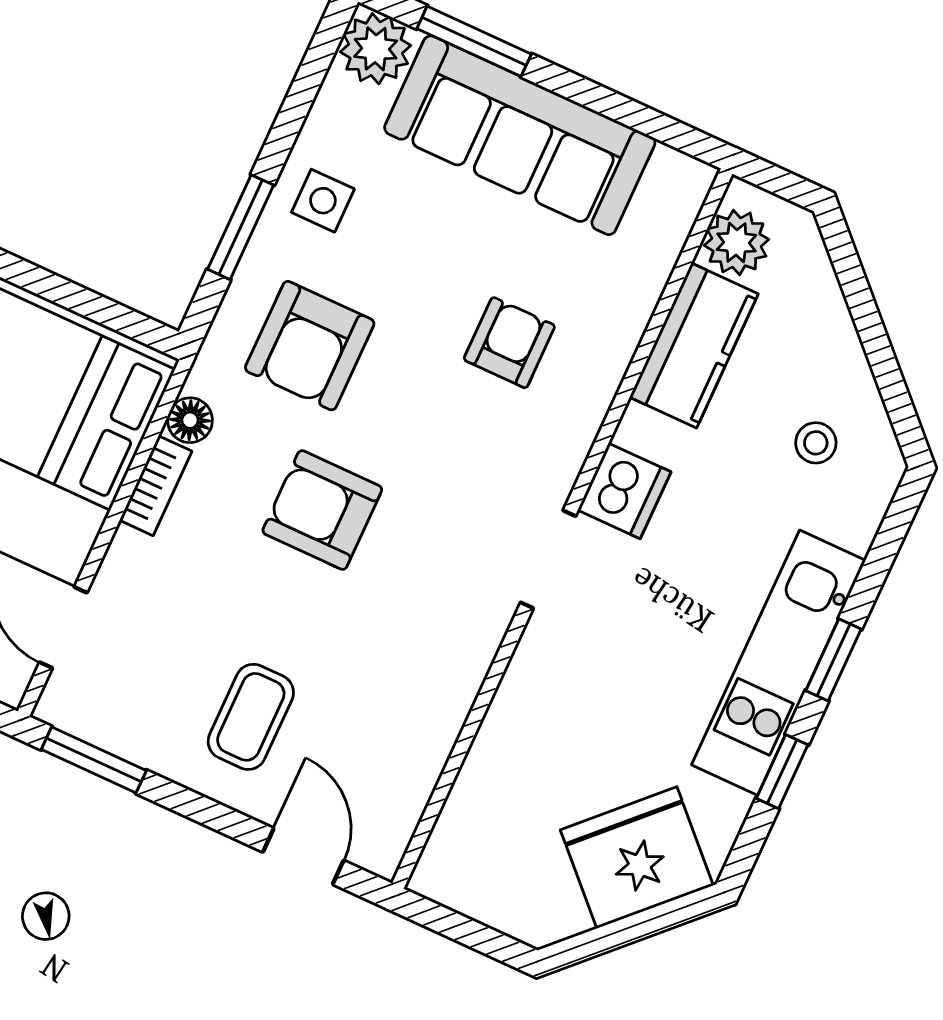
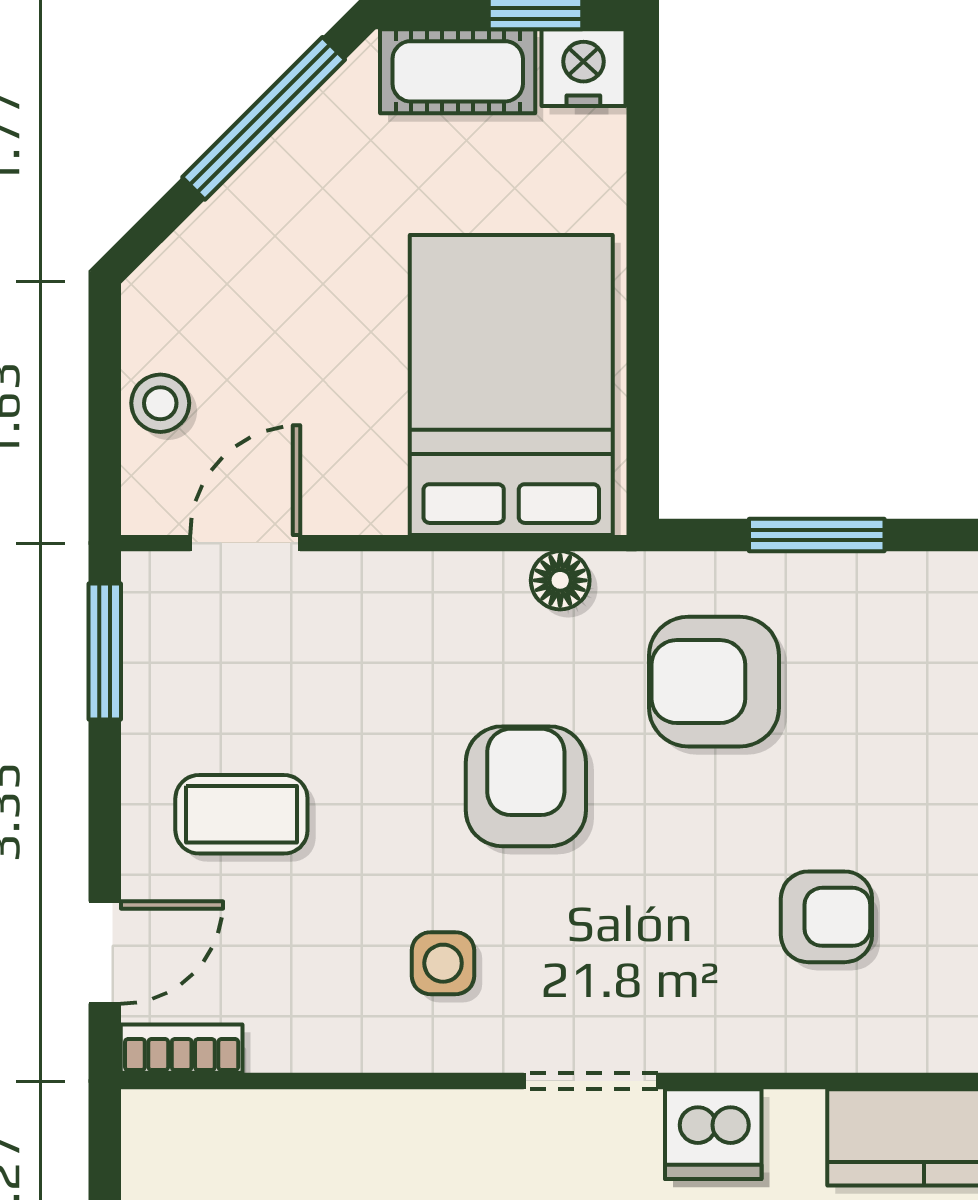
side table: (323, 201) -> (443, 963), moved
bookcase: (156, 486) -> (182, 1049), moved, turned 180

